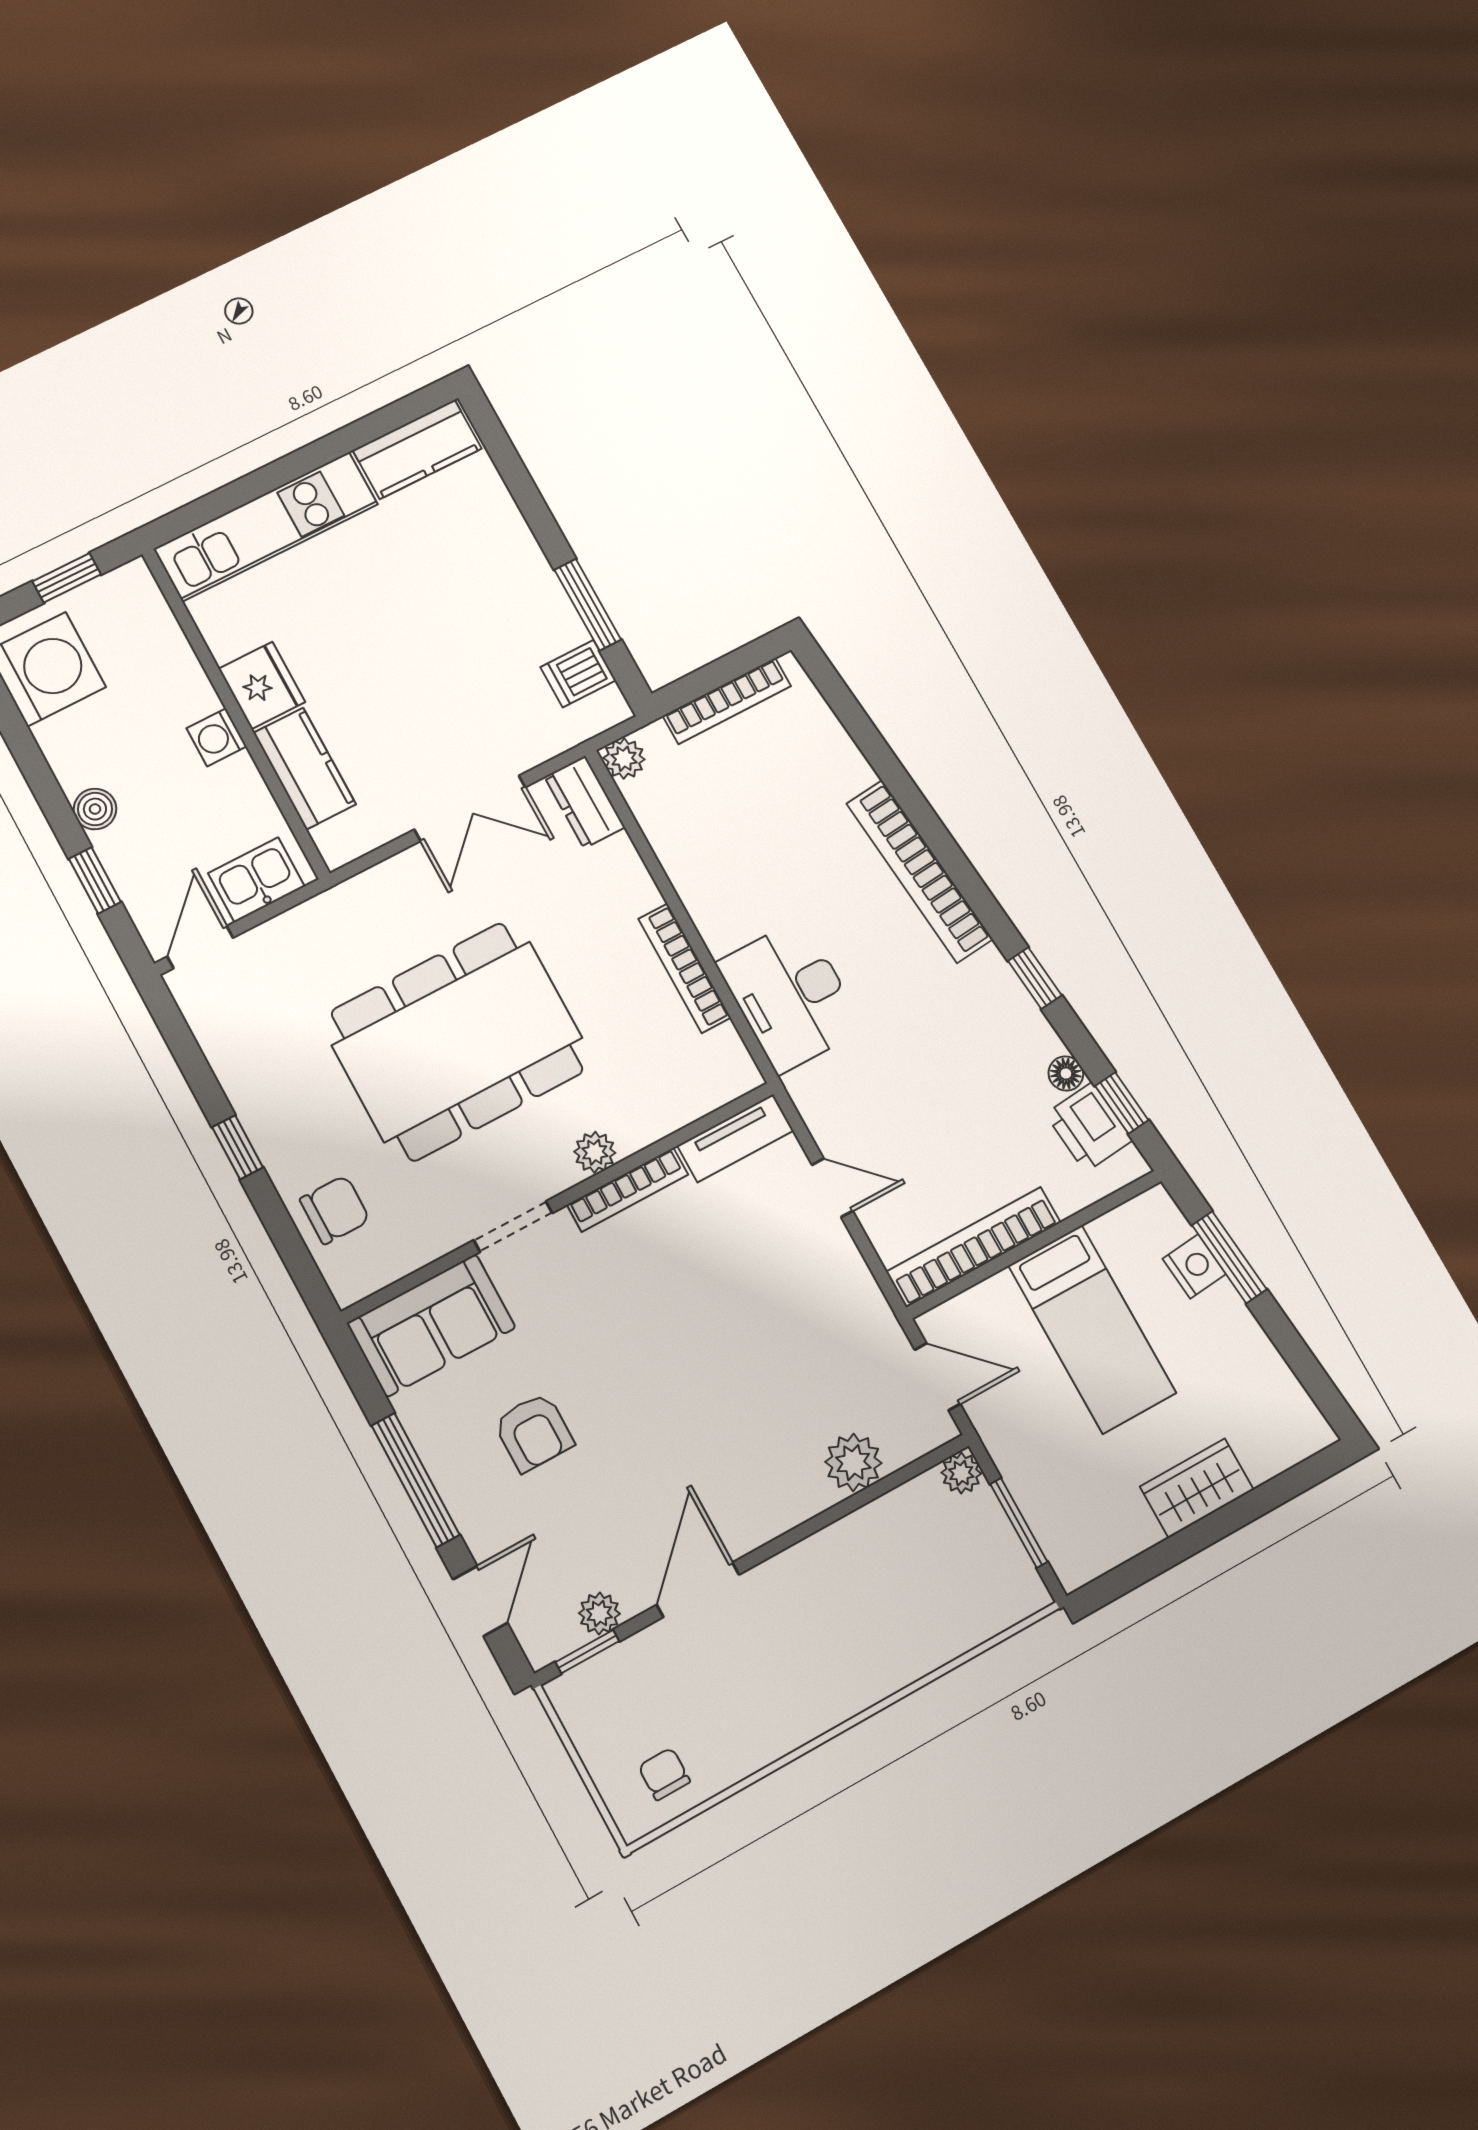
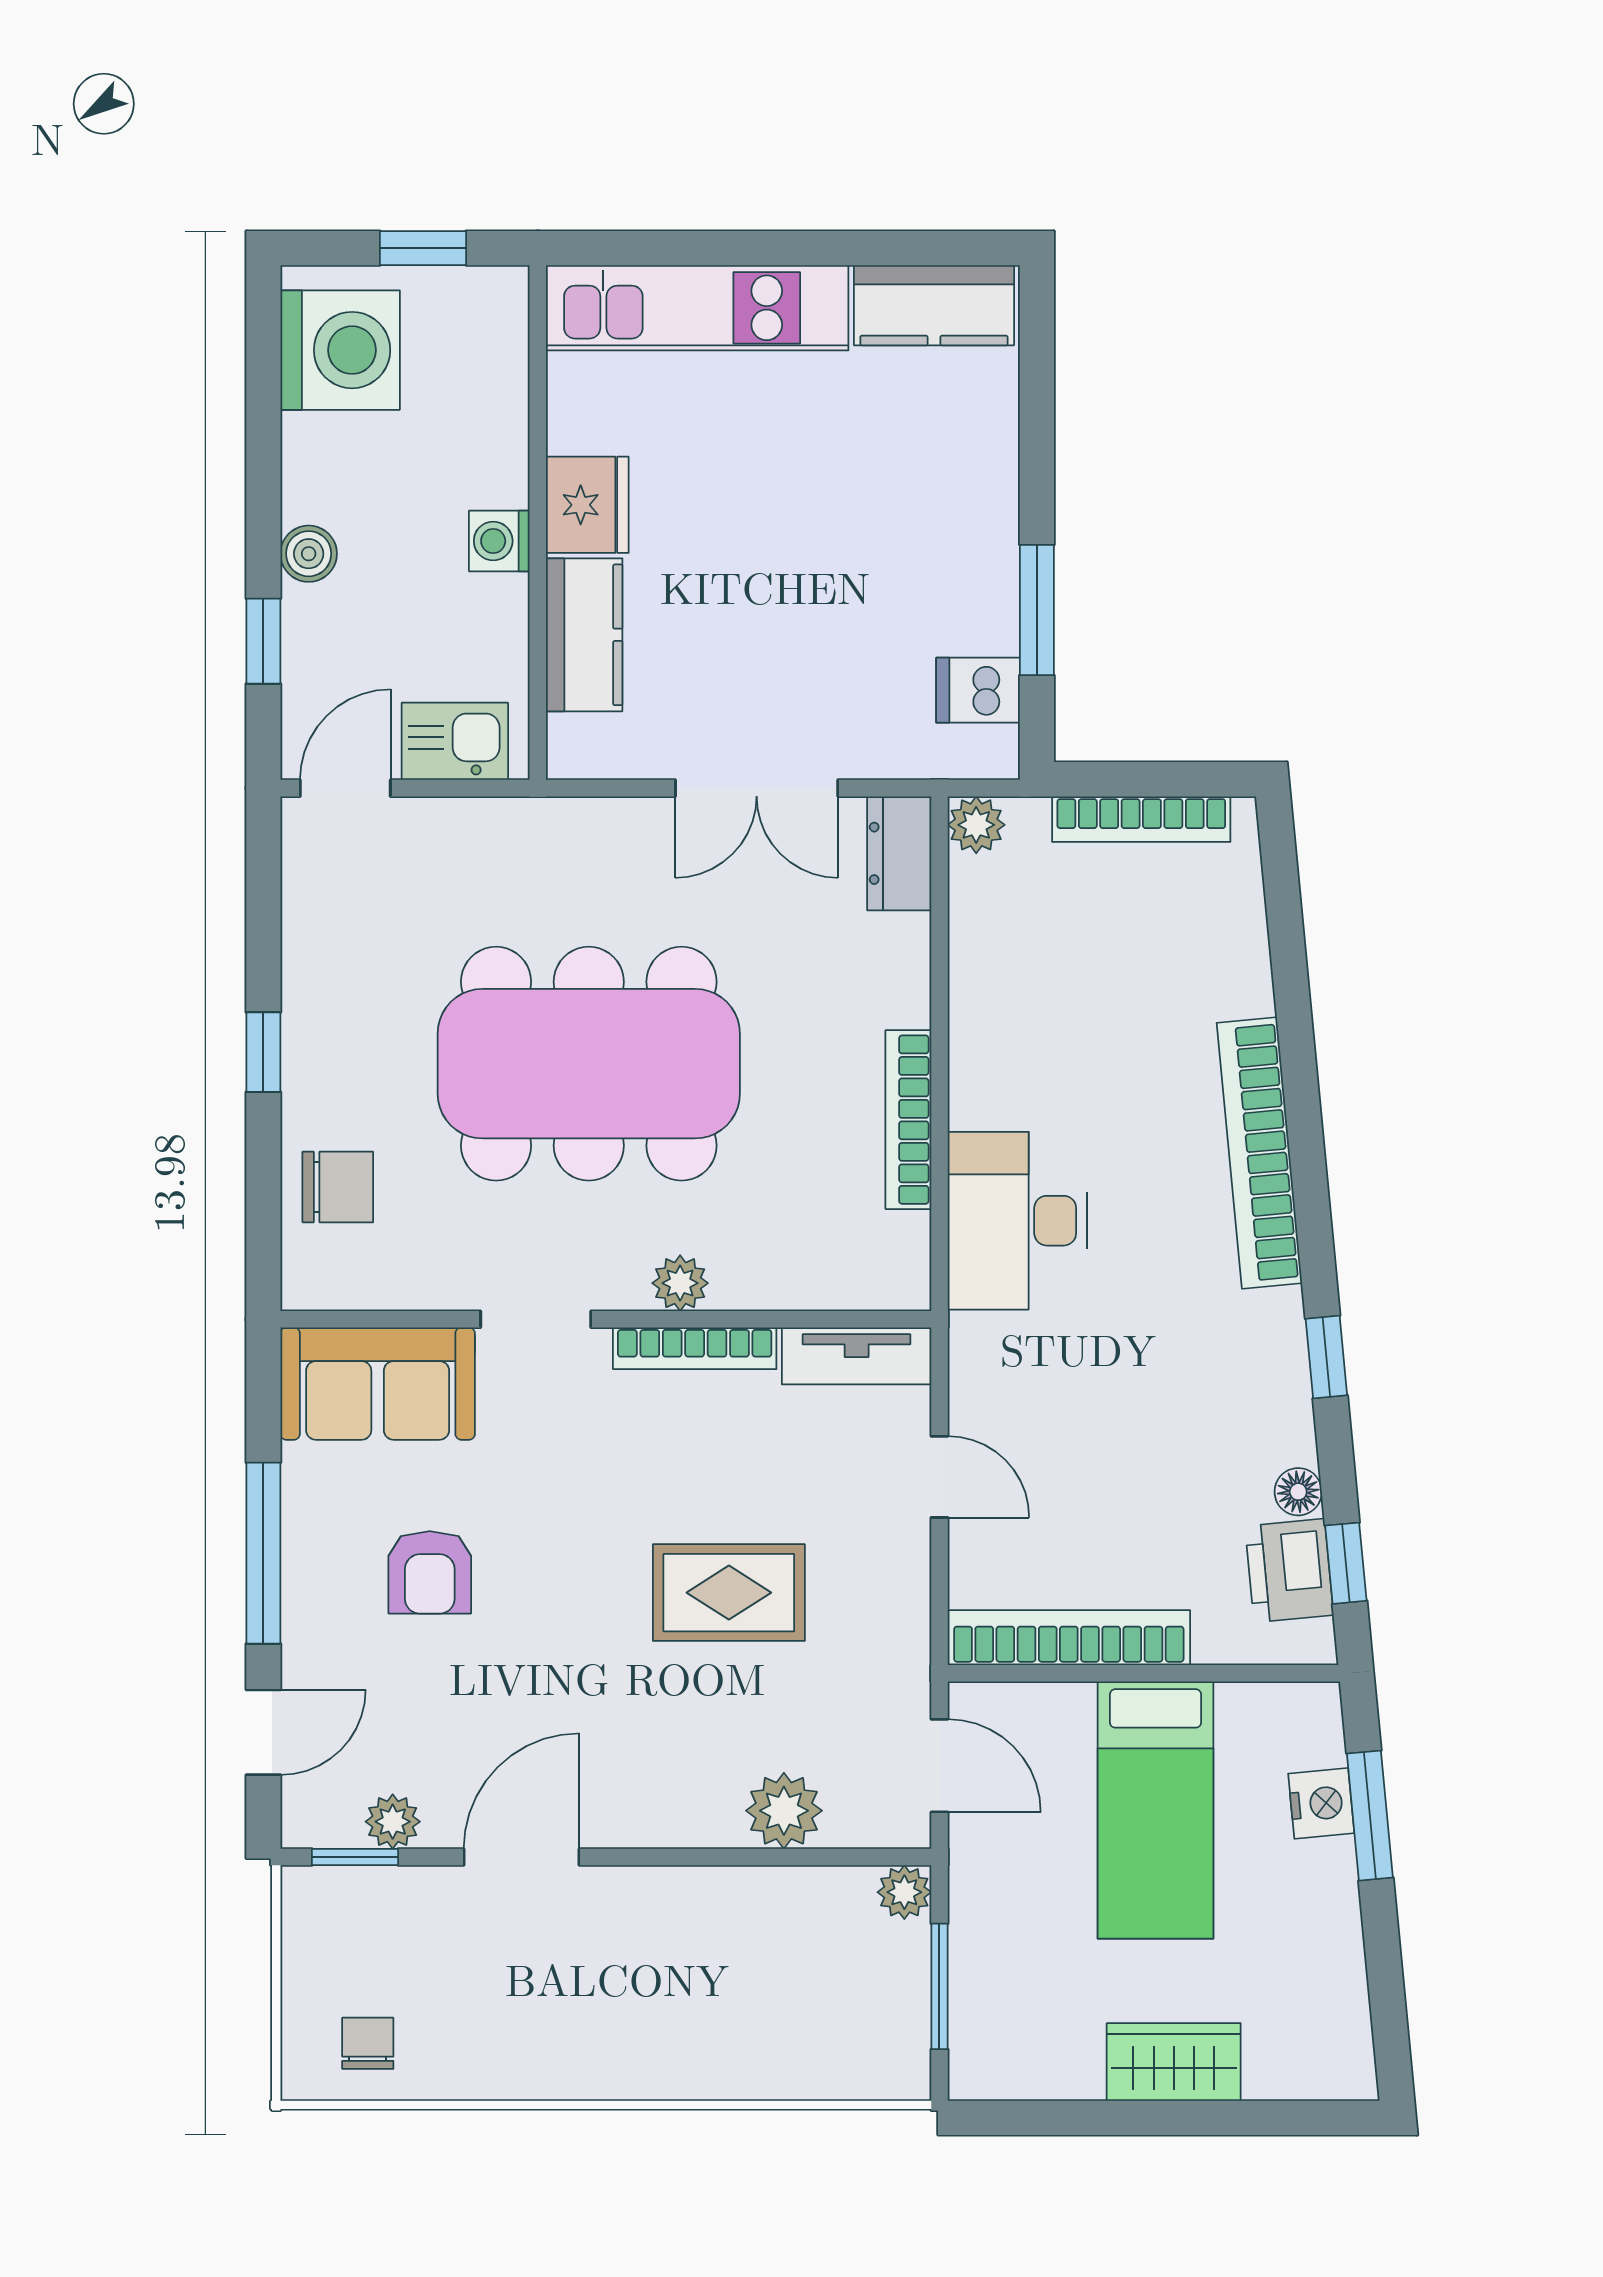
rug: (738, 1338) -> (729, 1593), added

